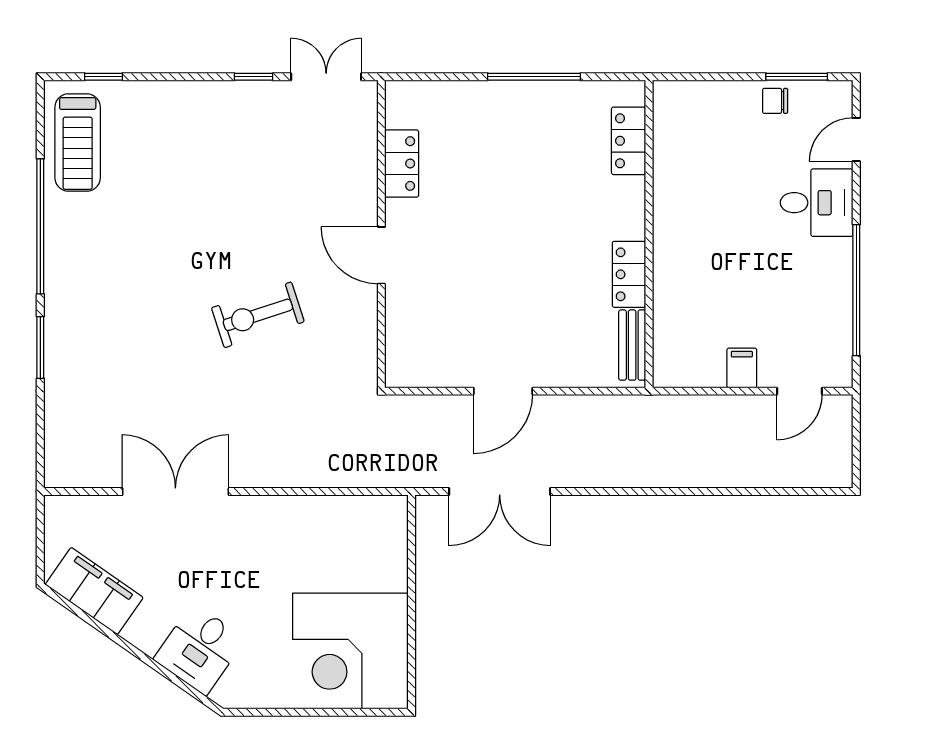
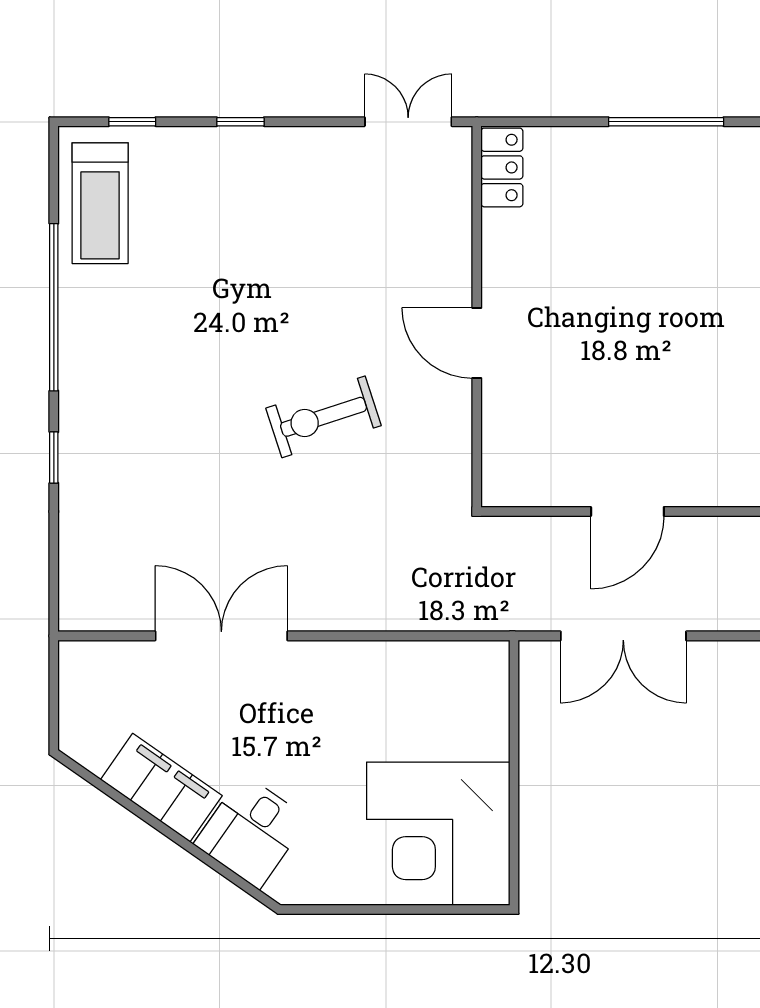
window: (254, 77) -> (240, 122), moved
locker: (402, 164) -> (502, 167), moved
window: (40, 348) -> (54, 458), width x0.67
filing cabinet: (94, 591) -> (161, 788), moved

